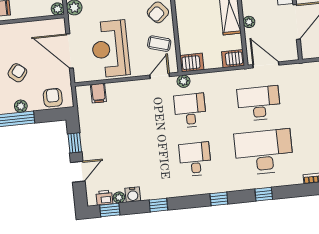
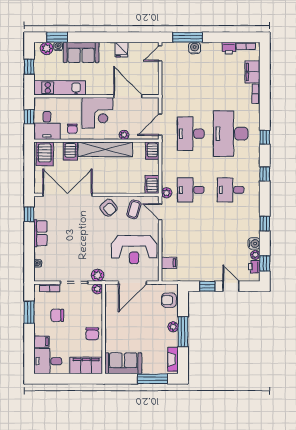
armchair: (17, 73) -> (146, 327), removed

